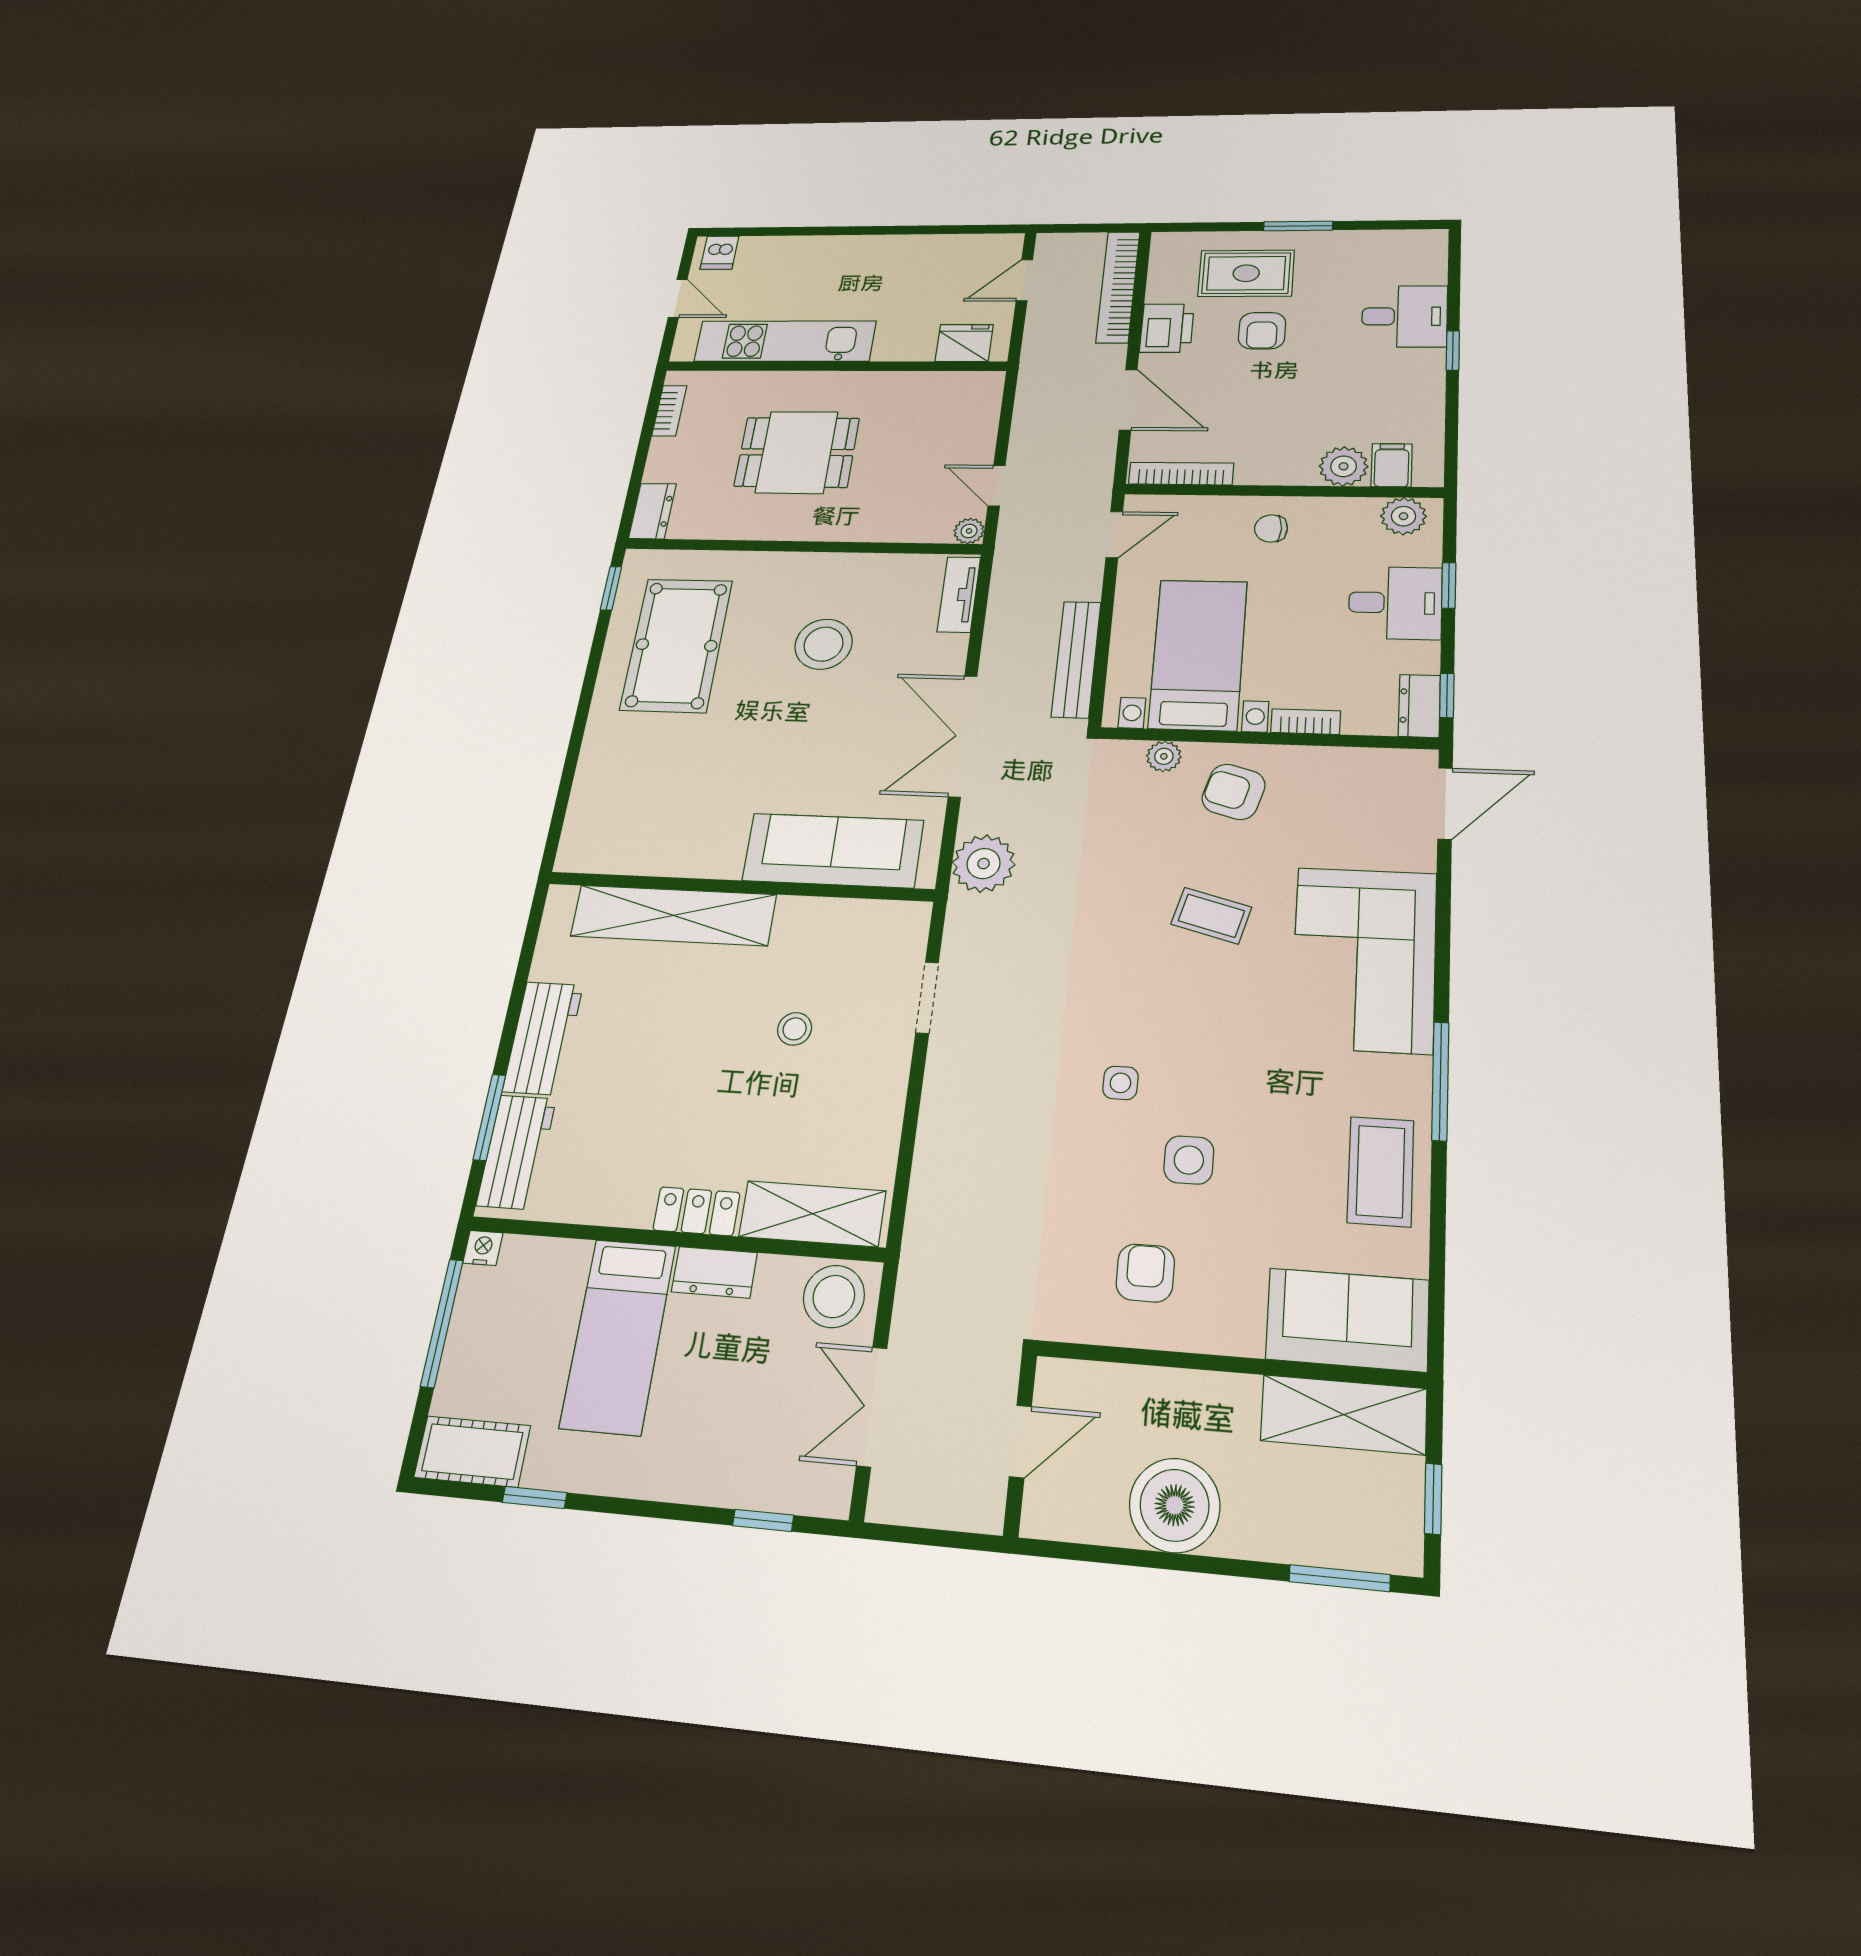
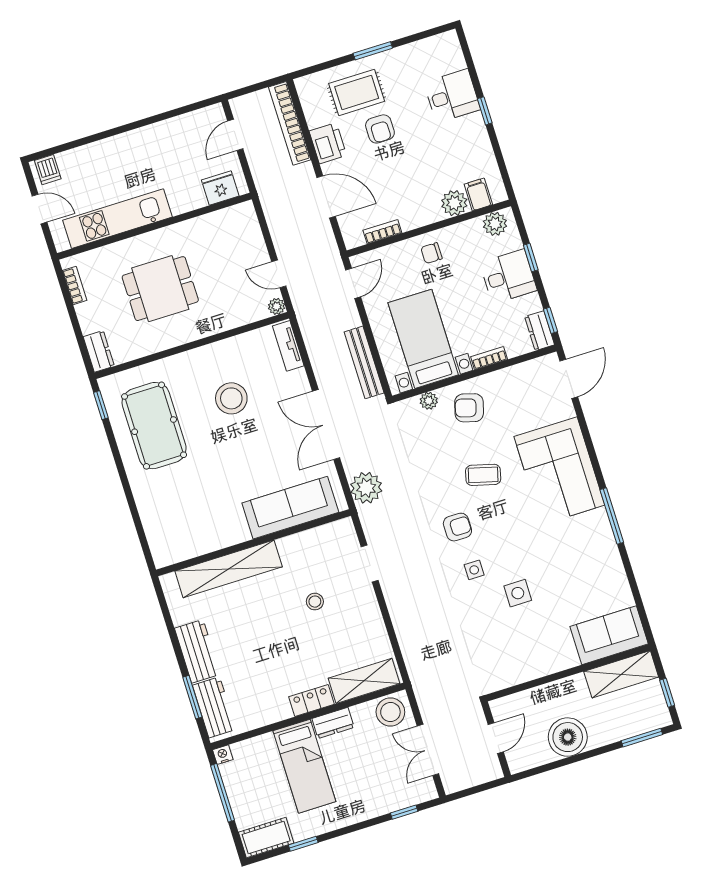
bookcase: (1181, 474) -> (382, 232), width x0.64
coffee table: (1381, 1171) -> (600, 566), removed
armchair: (1145, 1273) -> (457, 527), moved, turned 90

